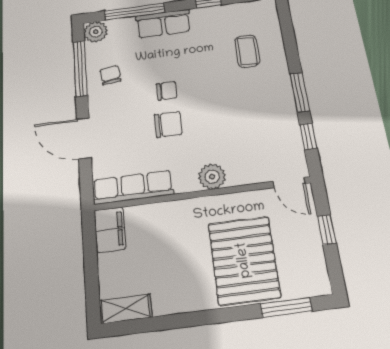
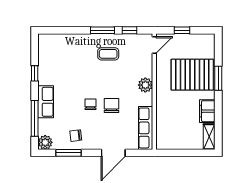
coffee table: (247, 51) -> (108, 54), moved
window: (80, 68) -> (69, 153), width x0.69
filing cabinet: (110, 230) -> (207, 111), moved, turned -90
window: (286, 307) -> (218, 78), moved

